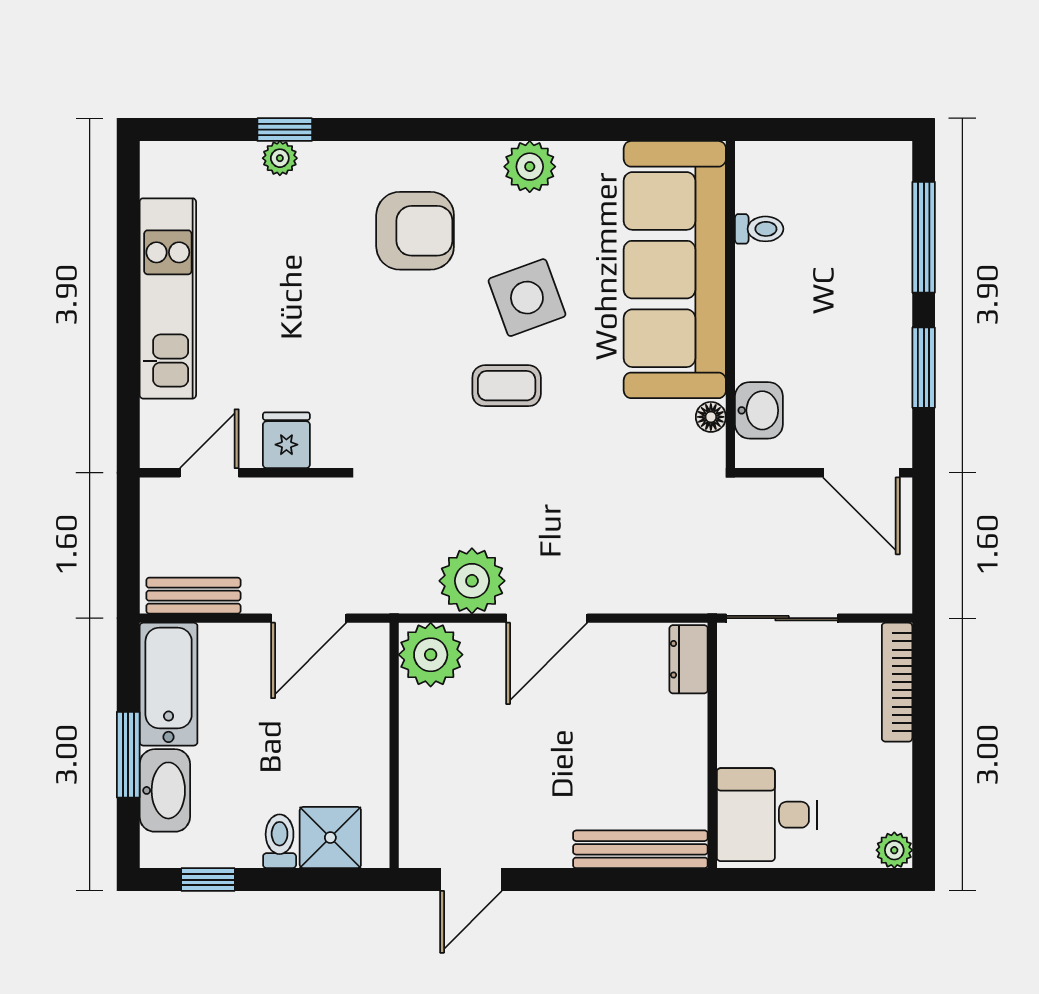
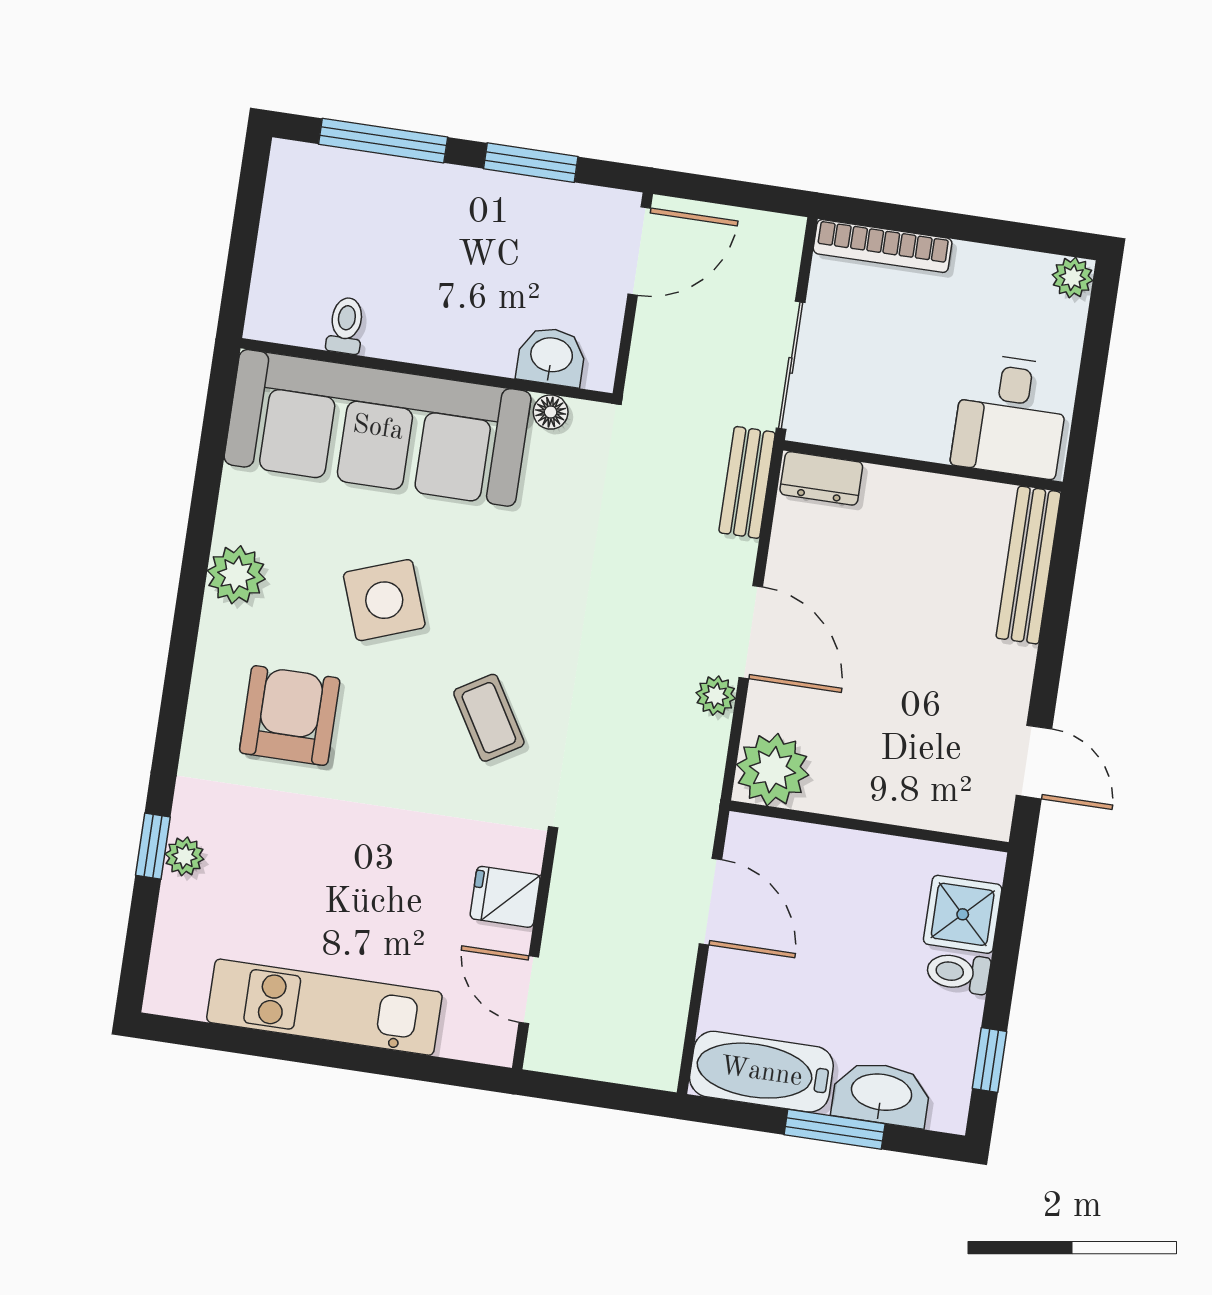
coffee table: (507, 386) -> (489, 718), moved, turned -31
plant: (472, 581) -> (716, 696), width x0.53, depth x0.53
bench: (193, 596) -> (747, 482), moved

